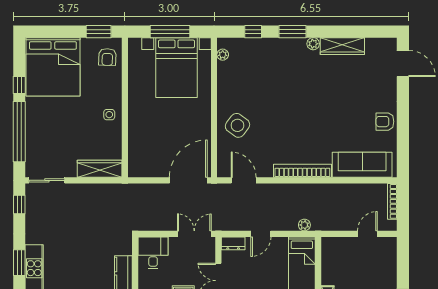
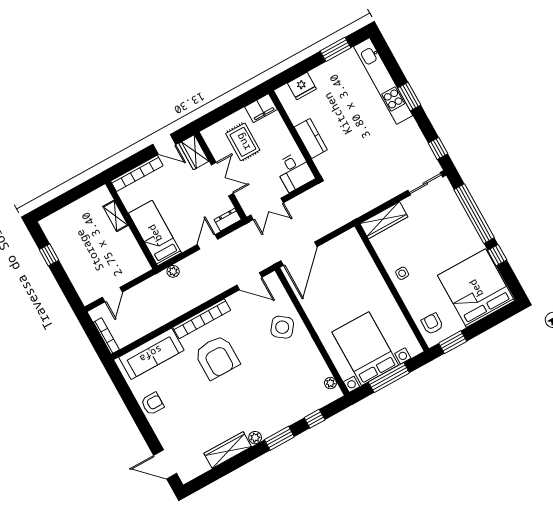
armchair: (308, 131) -> (217, 357), added

